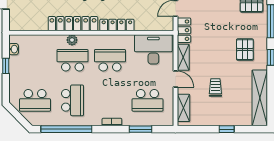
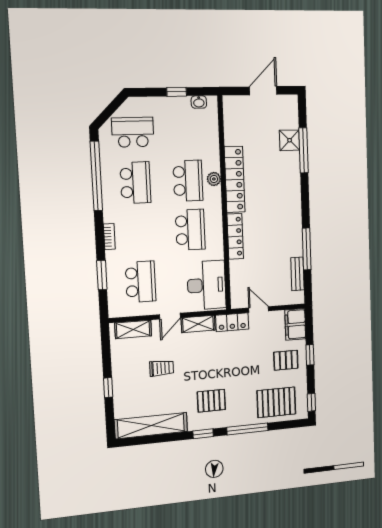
school desk: (35, 100) -> (133, 132), turned 90
school desk: (72, 100) -> (135, 183), turned -90
school desk: (147, 100) -> (141, 282), turned 180

